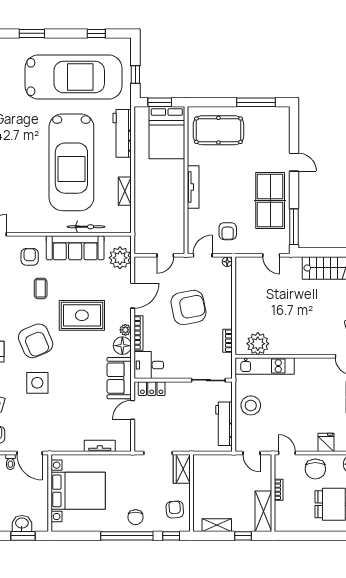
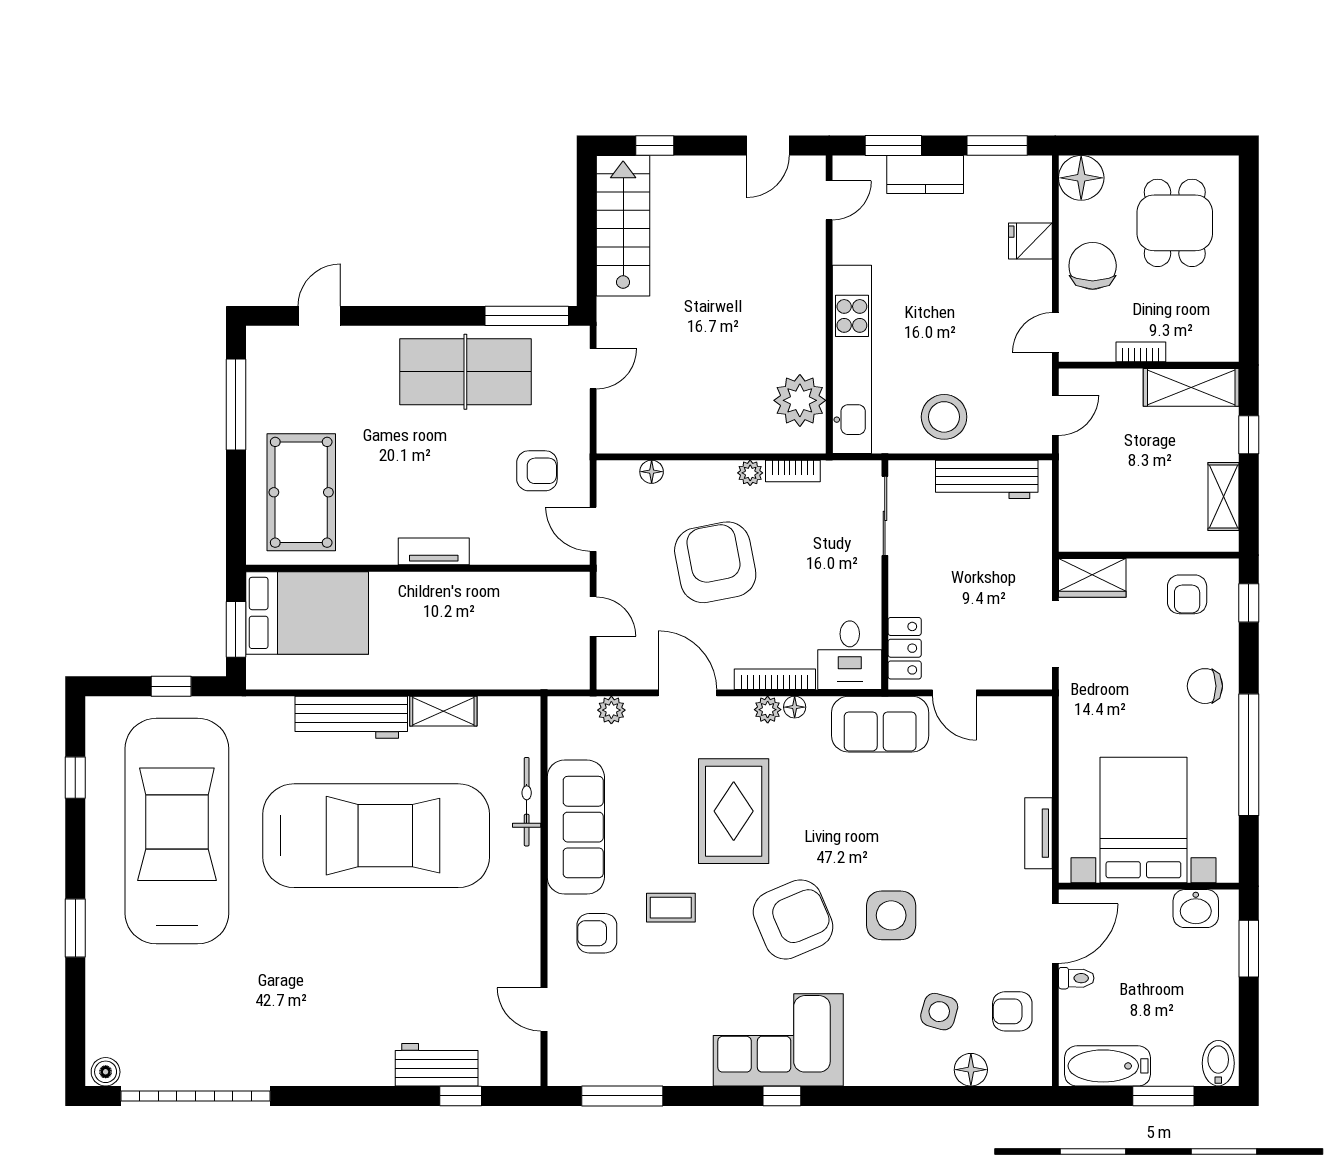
workbench: (122, 133) -> (351, 717), moved
door: (294, 162) -> (319, 316), moved
tv unit: (193, 187) -> (434, 551), width x0.71
plant: (120, 258) -> (611, 710), width x0.53, depth x0.53
floor lamp: (227, 262) -> (652, 472), moved
plant: (227, 322) -> (750, 473), added
floor lamp: (122, 346) -> (795, 707), width x0.53, depth x0.53
kitchen unit: (265, 366) -> (852, 359), width x1.36
tv unit: (100, 446) -> (1038, 833), moved
chair: (315, 469) -> (1093, 266), turned -90
armchair: (175, 509) -> (1187, 594), turned -86
chair: (136, 517) -> (1205, 686), turned 180
washbasin: (22, 523) -> (1196, 909), moved, turned -90
window: (127, 536) -> (1249, 755), moved

